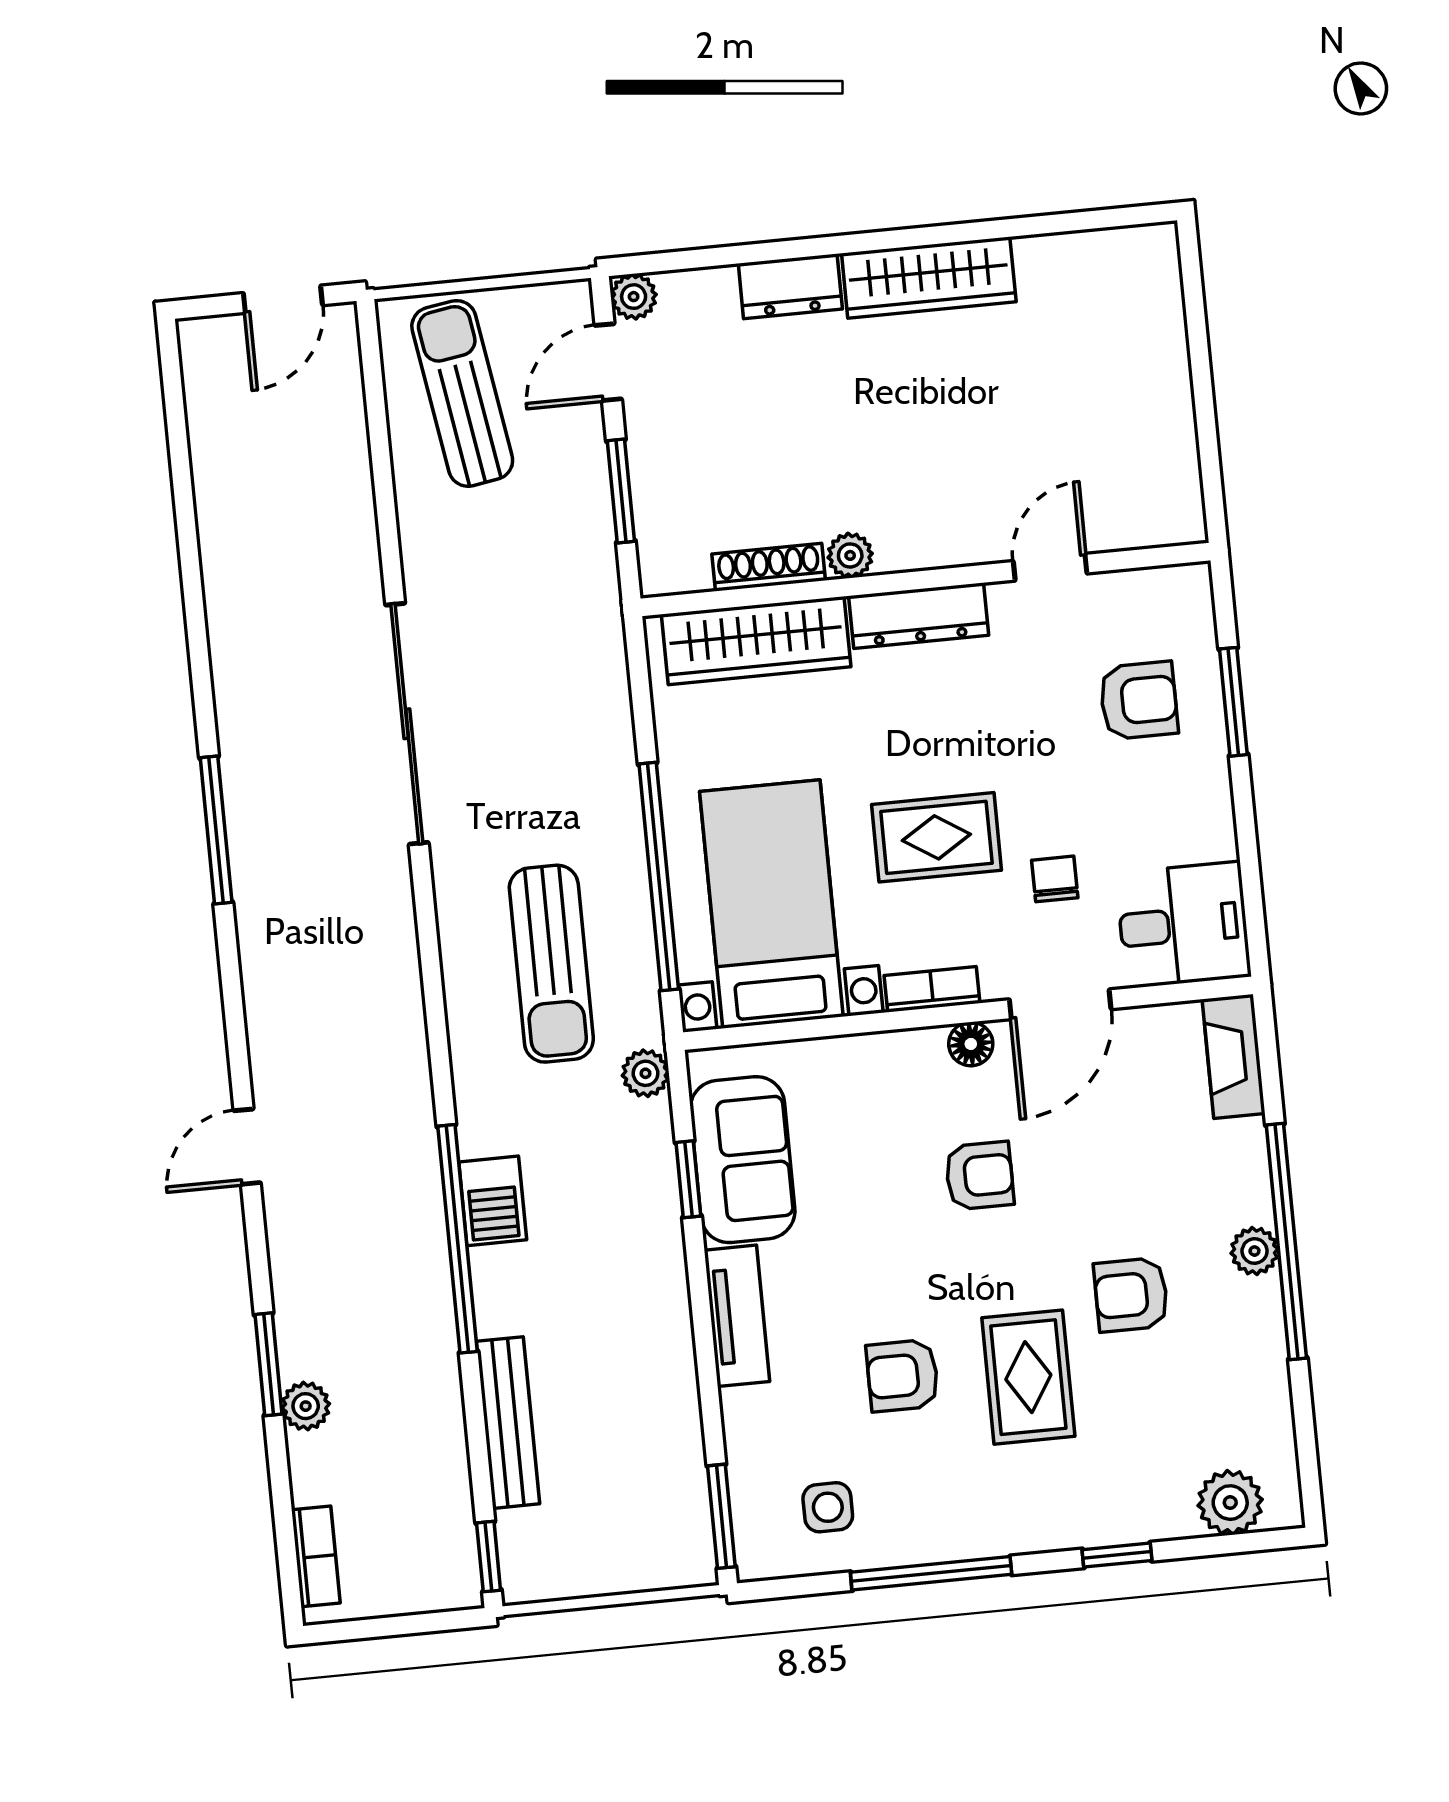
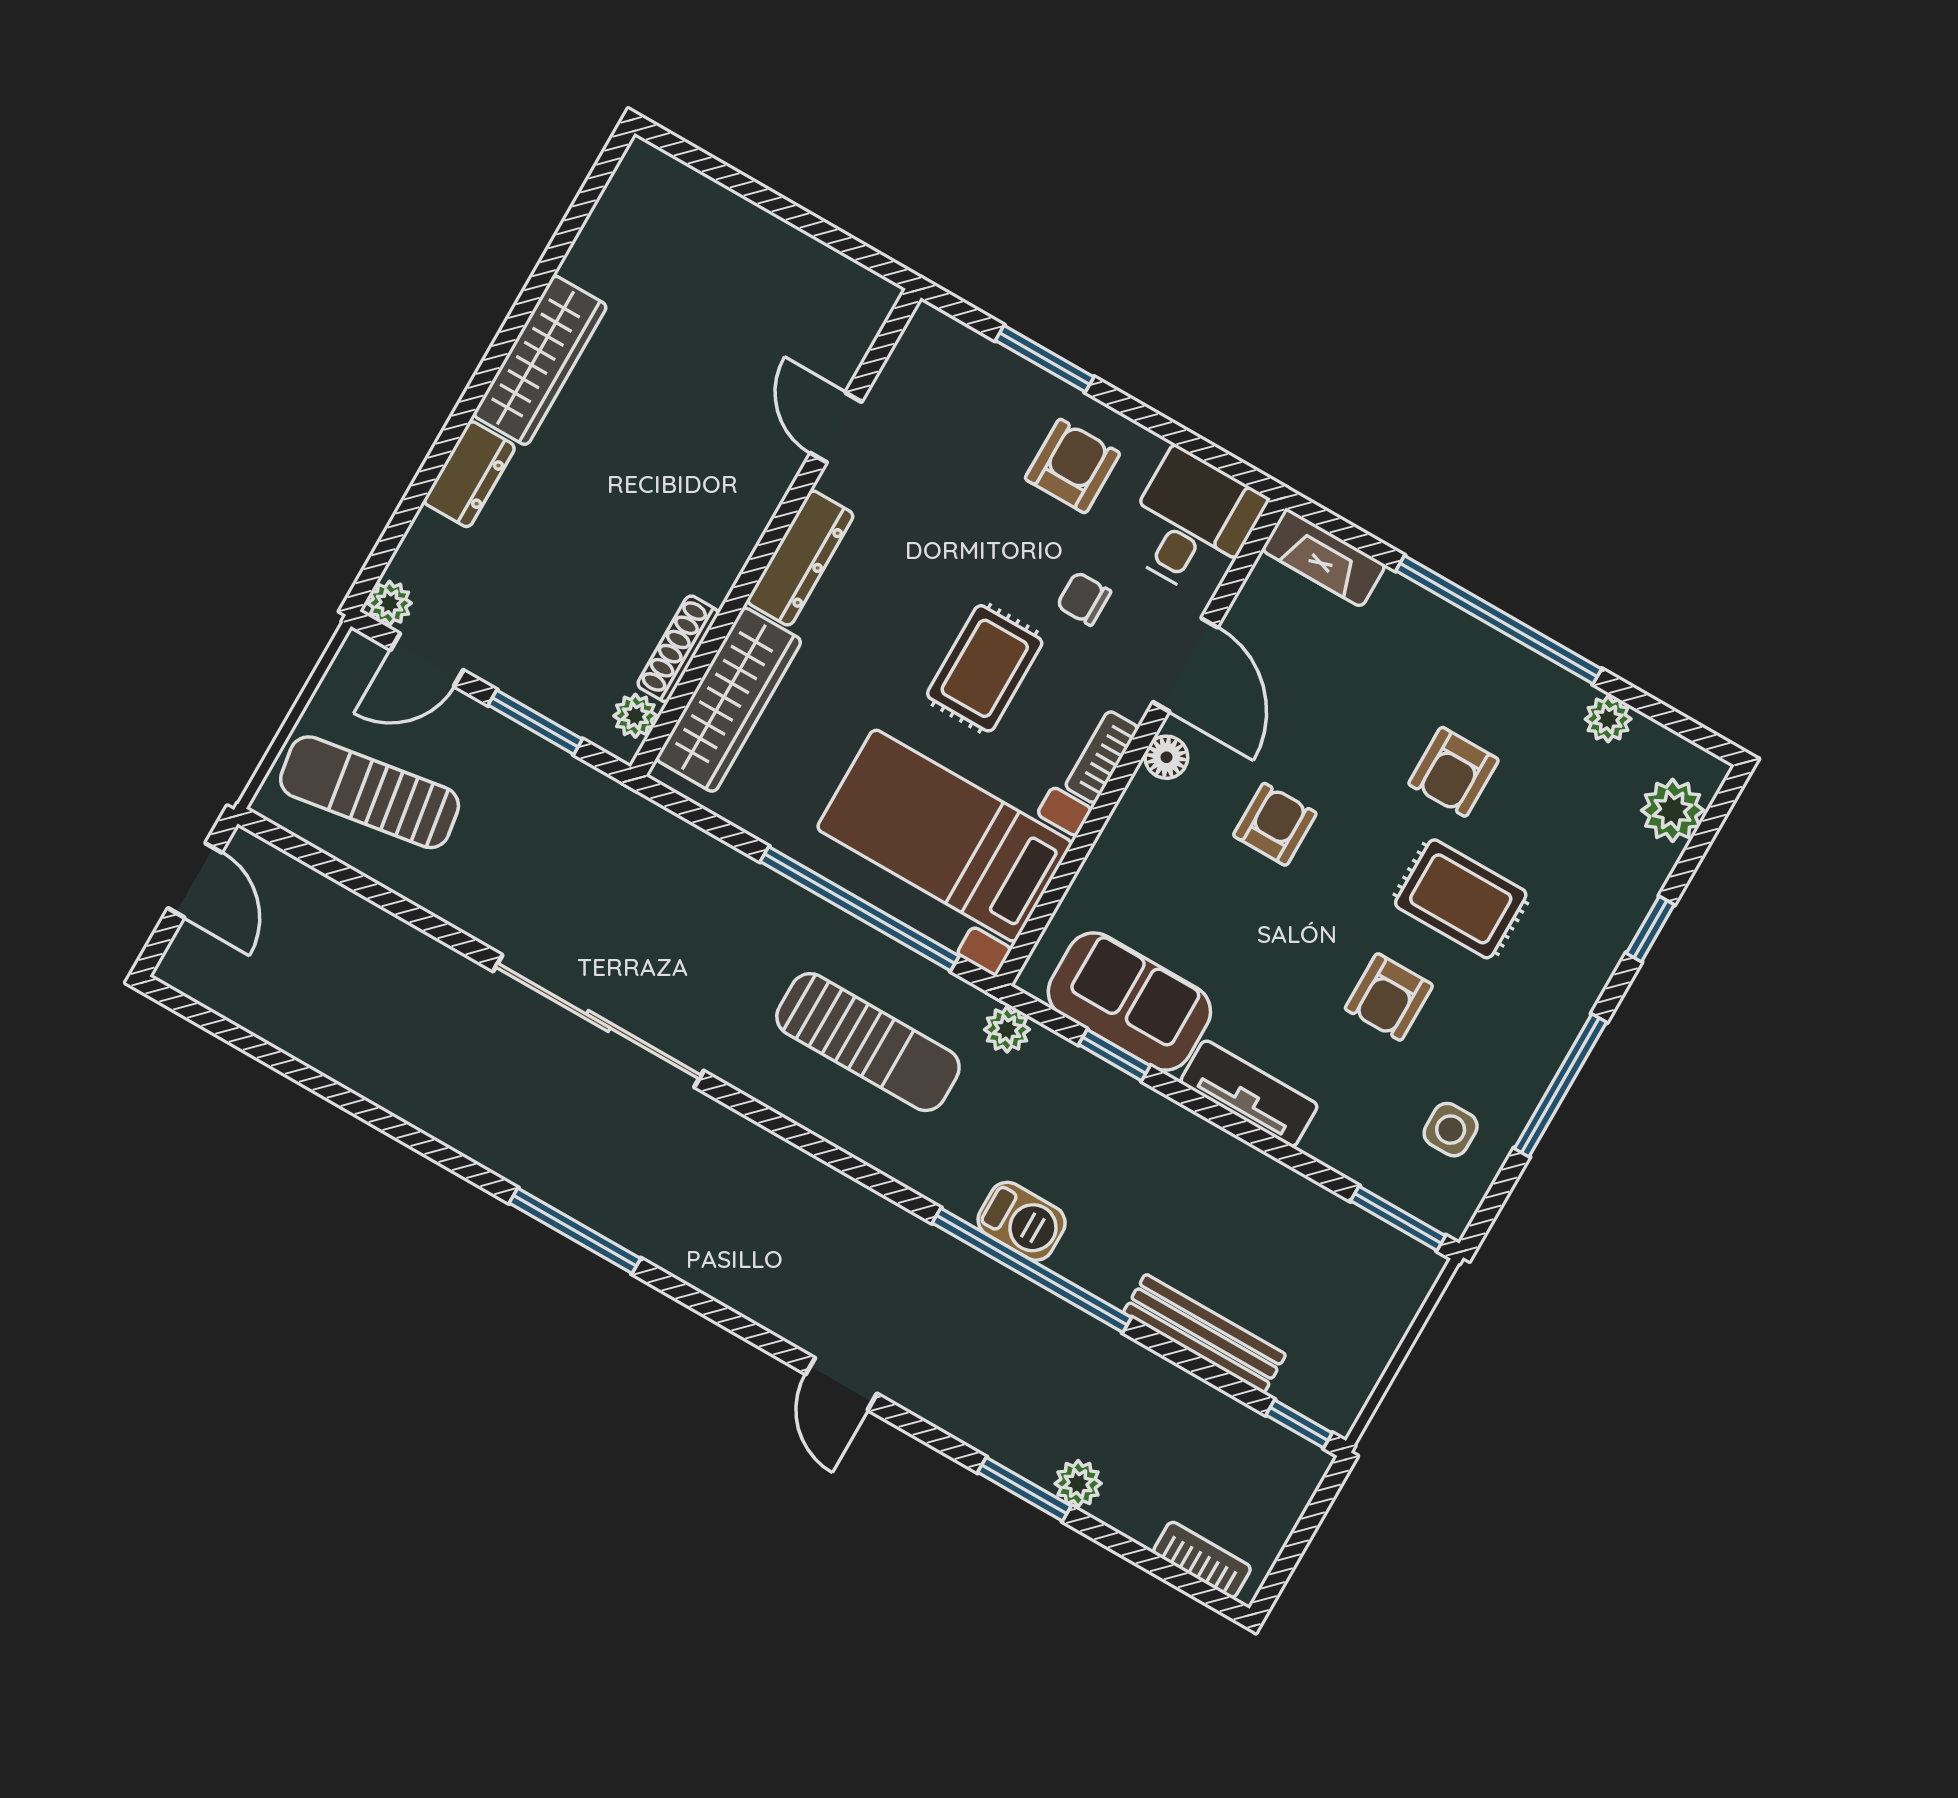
door: (608, 362) -> (427, 660), hinge flipped
plant: (850, 555) -> (635, 716), moved
armchair: (1139, 700) -> (1072, 466), moved
plant: (1255, 1251) -> (1608, 719), moved

